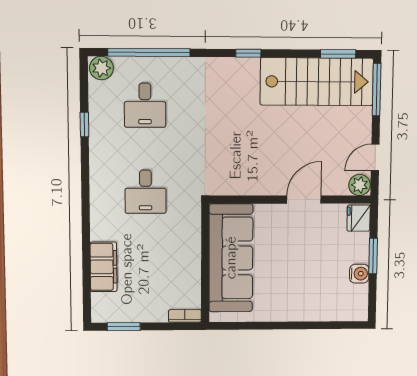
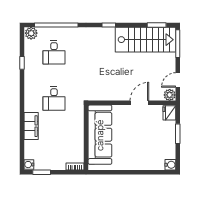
filing cabinet: (104, 267) -> (31, 126), moved
water cooler: (359, 274) -> (170, 165), moved
water cooler: (100, 313) -> (29, 165), added

